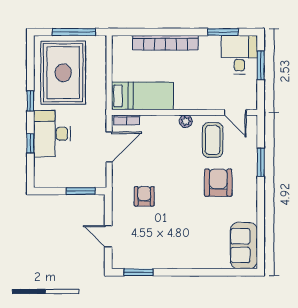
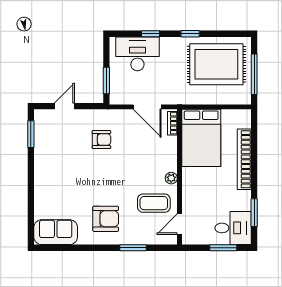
bed: (143, 96) -> (201, 138), width x1.50
desk: (52, 134) -> (137, 54), moved
armchair: (218, 183) -> (106, 219), moved

